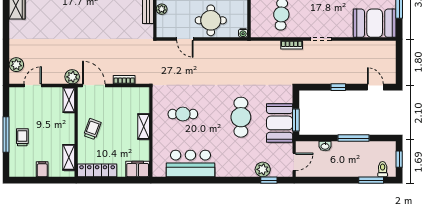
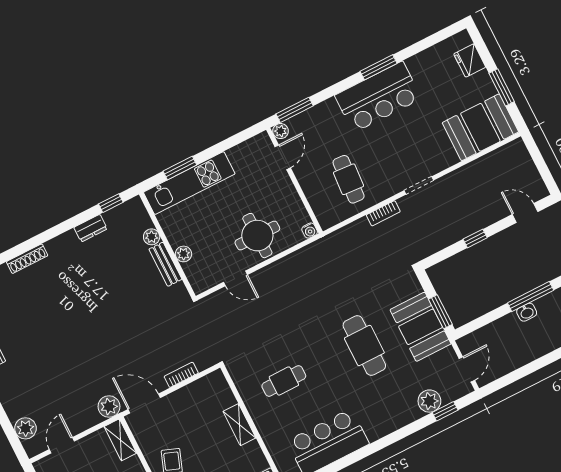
washbasin: (325, 146) -> (527, 312), moved

